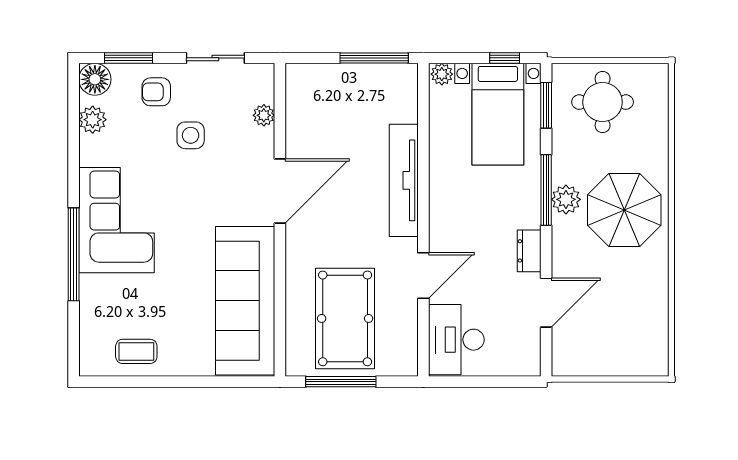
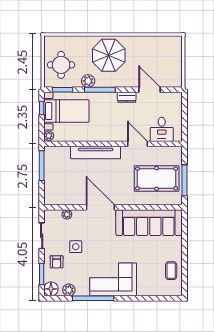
plant: (566, 199) -> (88, 81), moved
window: (74, 254) -> (93, 298), moved
desk: (456, 340) -> (162, 129), width x0.73

